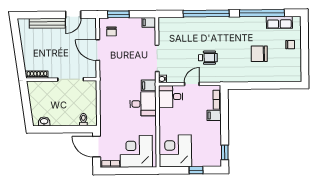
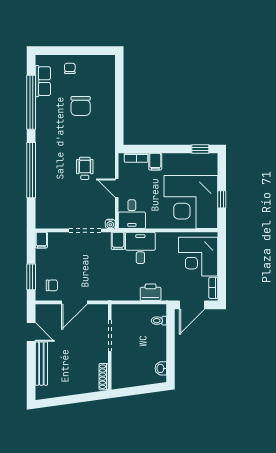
printer: (107, 113) -> (151, 292), added
corner desk: (175, 151) -> (191, 202), width x1.36, depth x1.36
window: (196, 170) -> (222, 199), moved

